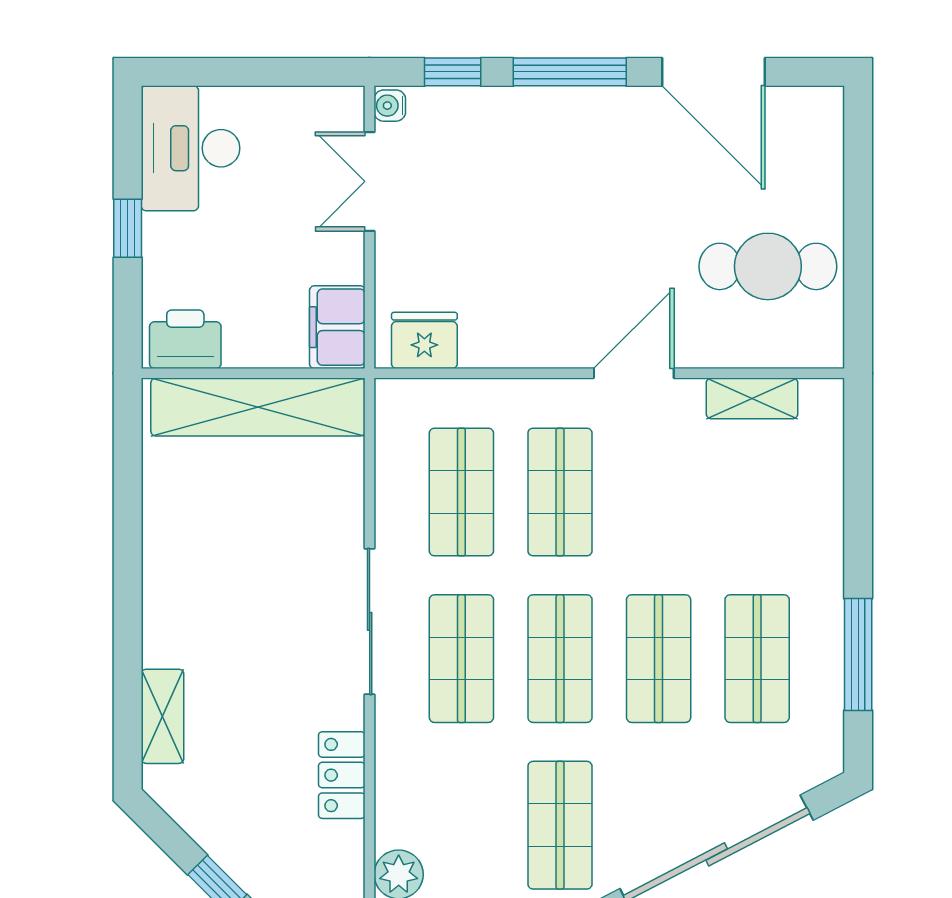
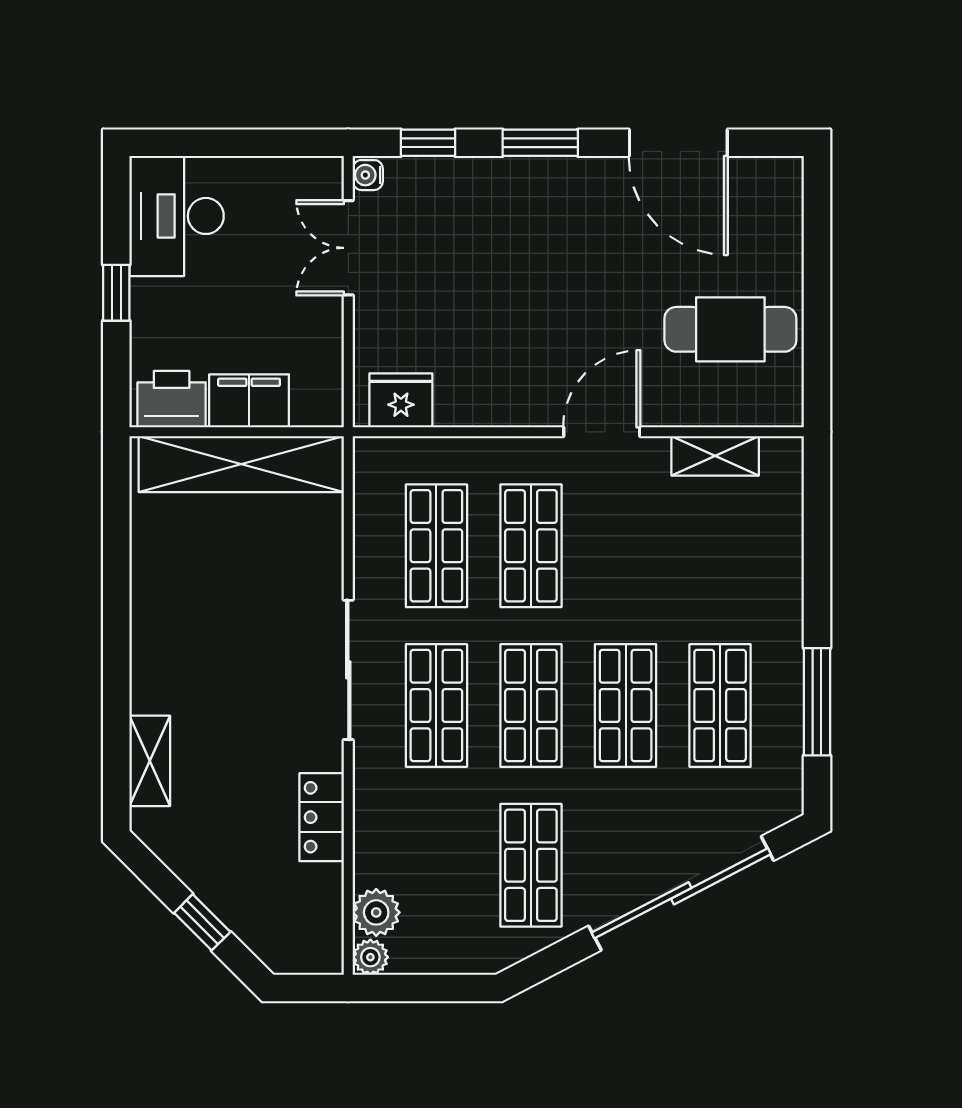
window: (570, 72) -> (540, 143), width x0.69
filing cabinet: (337, 327) -> (249, 401), moved, turned 90

